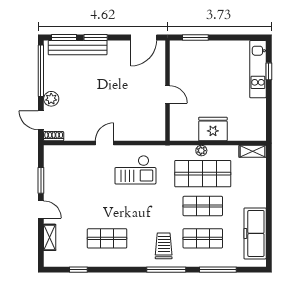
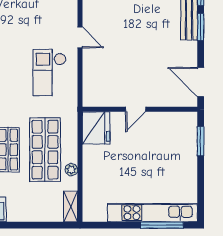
kitchen unit: (258, 69) -> (153, 213), width x1.36
window: (269, 71) -> (162, 225), width x2.17
fridge: (213, 129) -> (96, 128), moved
plant: (201, 151) -> (71, 170), moved

